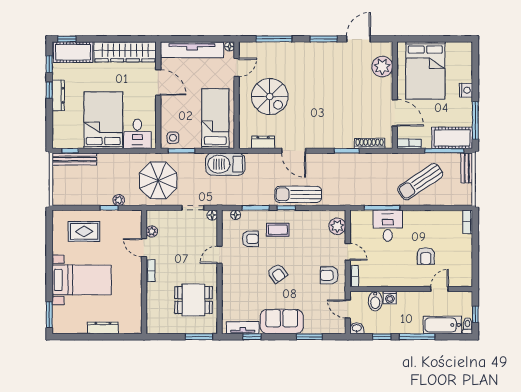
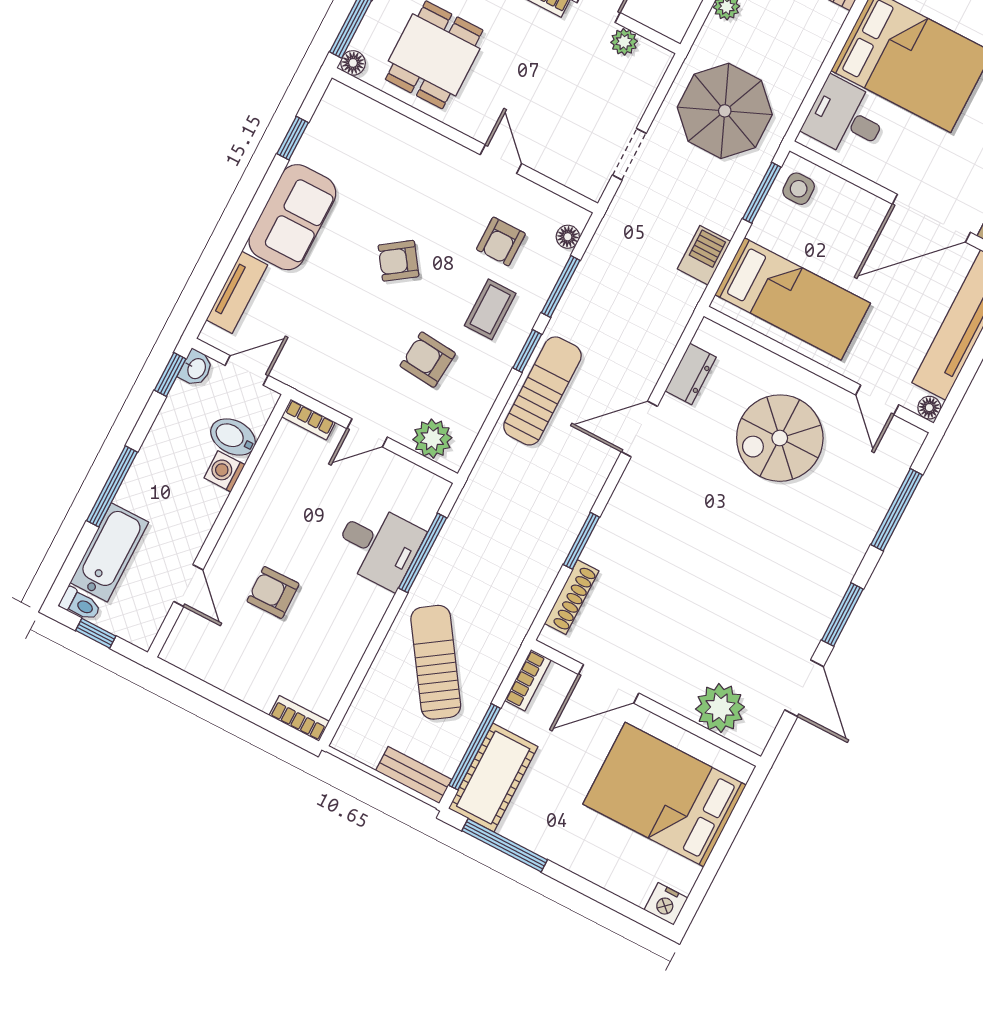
door: (158, 82) -> (931, 218), width x1.36
nightstand: (466, 90) -> (666, 904), moved
barbecue: (225, 164) -> (704, 255), width x0.53, depth x0.65
floor lamp: (212, 215) -> (353, 63), moved
armchair: (329, 275) -> (428, 360), moved, turned -85
tv unit: (243, 328) -> (237, 292), moved
window: (309, 337) -> (230, 259), removed
window: (382, 337) -> (170, 375), moved

